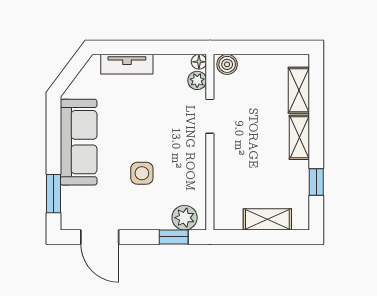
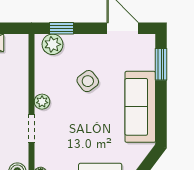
plant: (197, 80) -> (42, 102), moved
side table: (142, 173) -> (88, 81), turned -37

